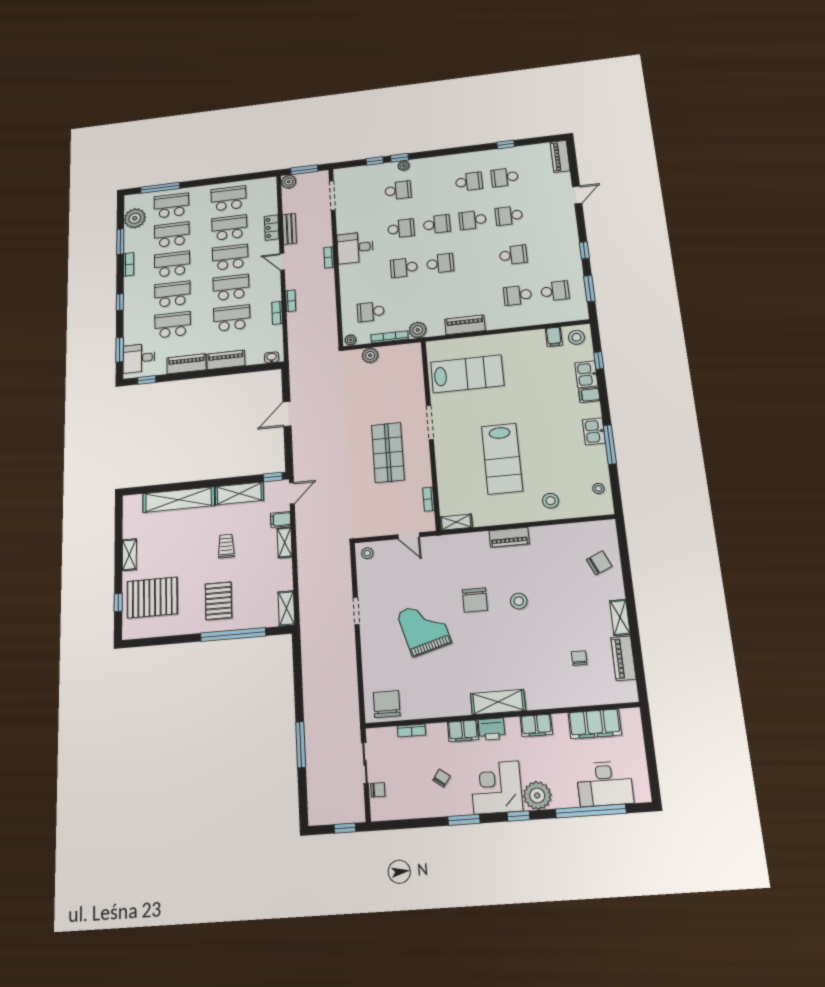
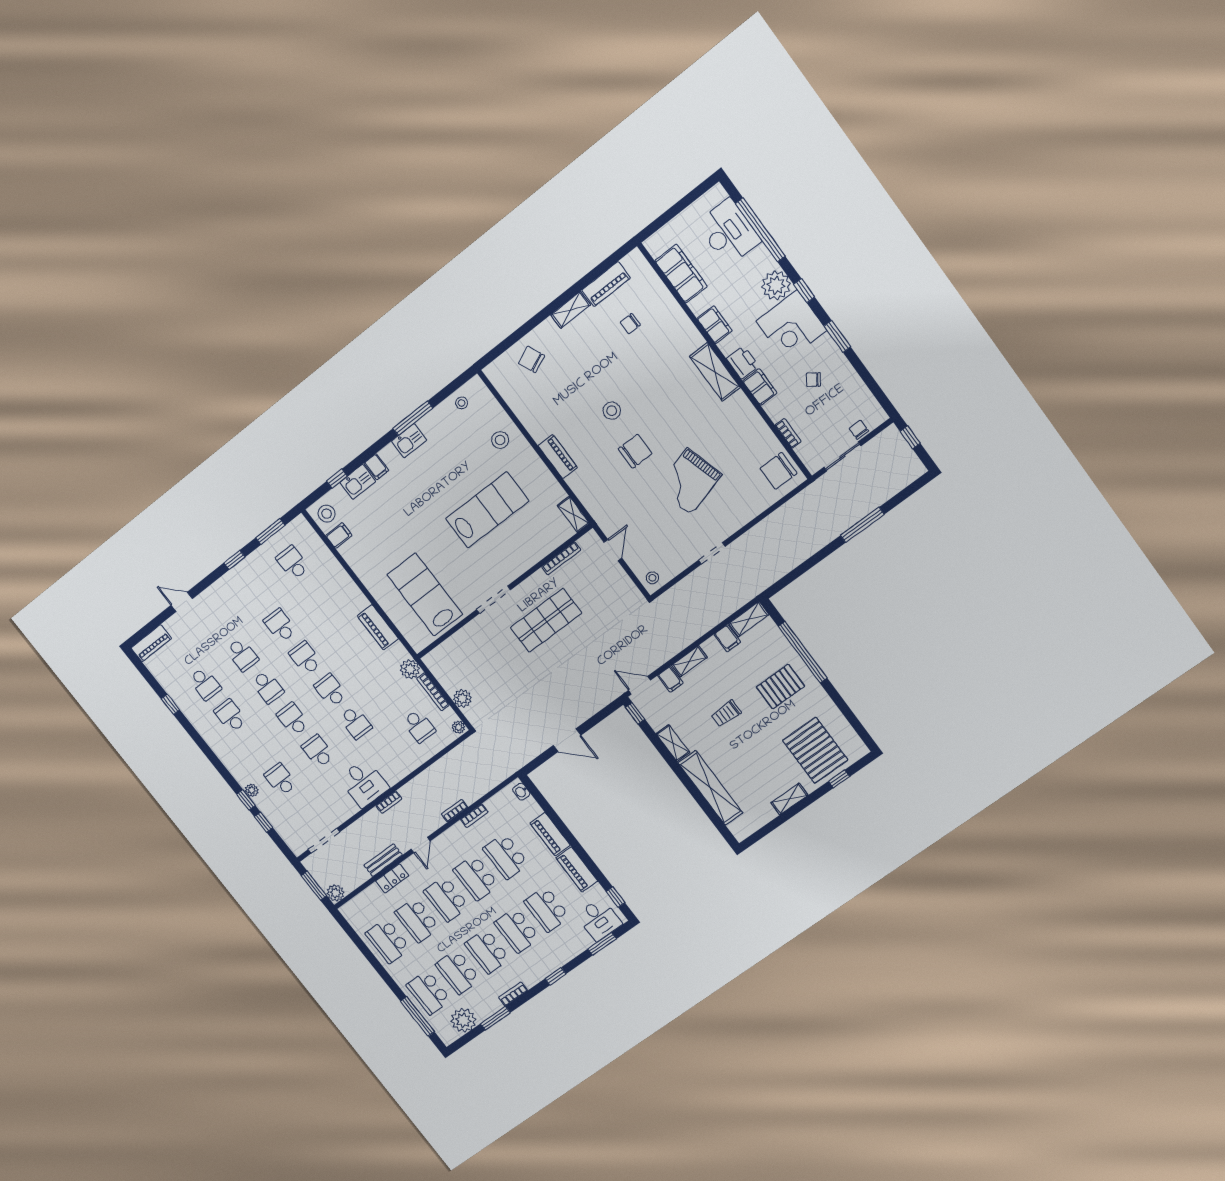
school desk: (518, 295) -> (305, 658), moved, turned 180
shelving: (239, 493) -> (673, 743), width x0.67, depth x0.75
bookcase: (429, 499) -> (561, 558), width x1.56
filing cabinet: (283, 582) -> (727, 638), added

